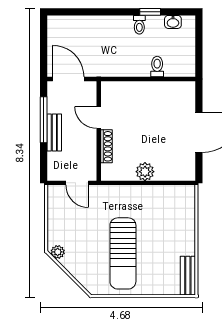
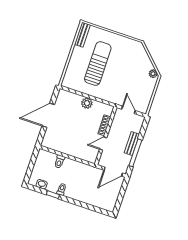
door: (68, 79) -> (113, 172), hinge flipped
door: (99, 118) -> (103, 143), swing flipped
sun lounger: (123, 253) -> (98, 64), moved

